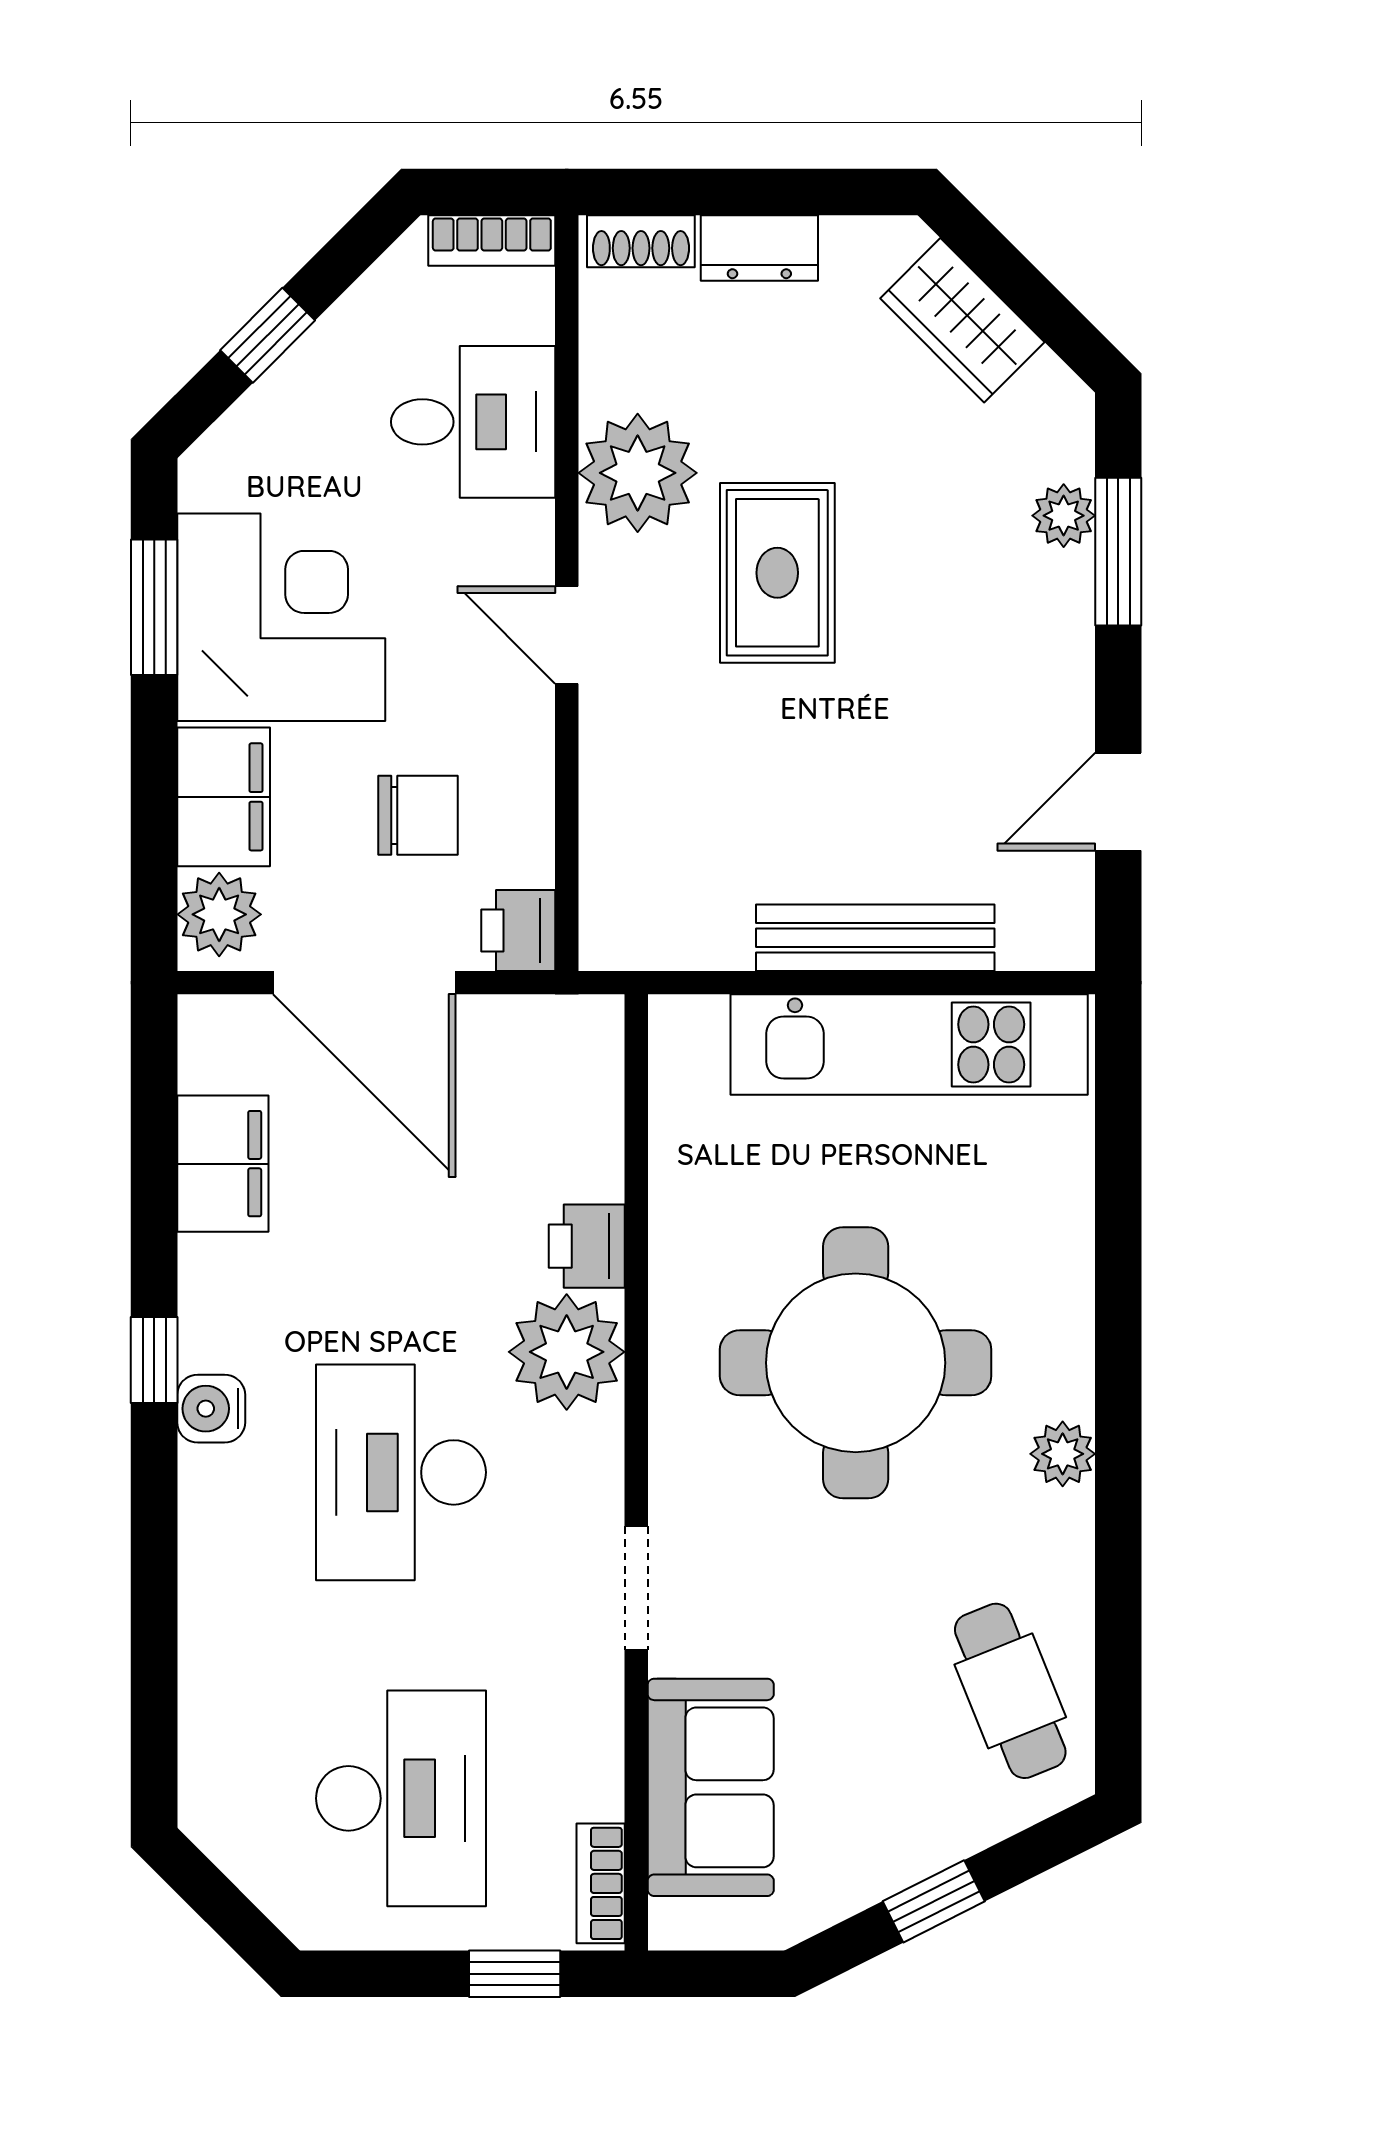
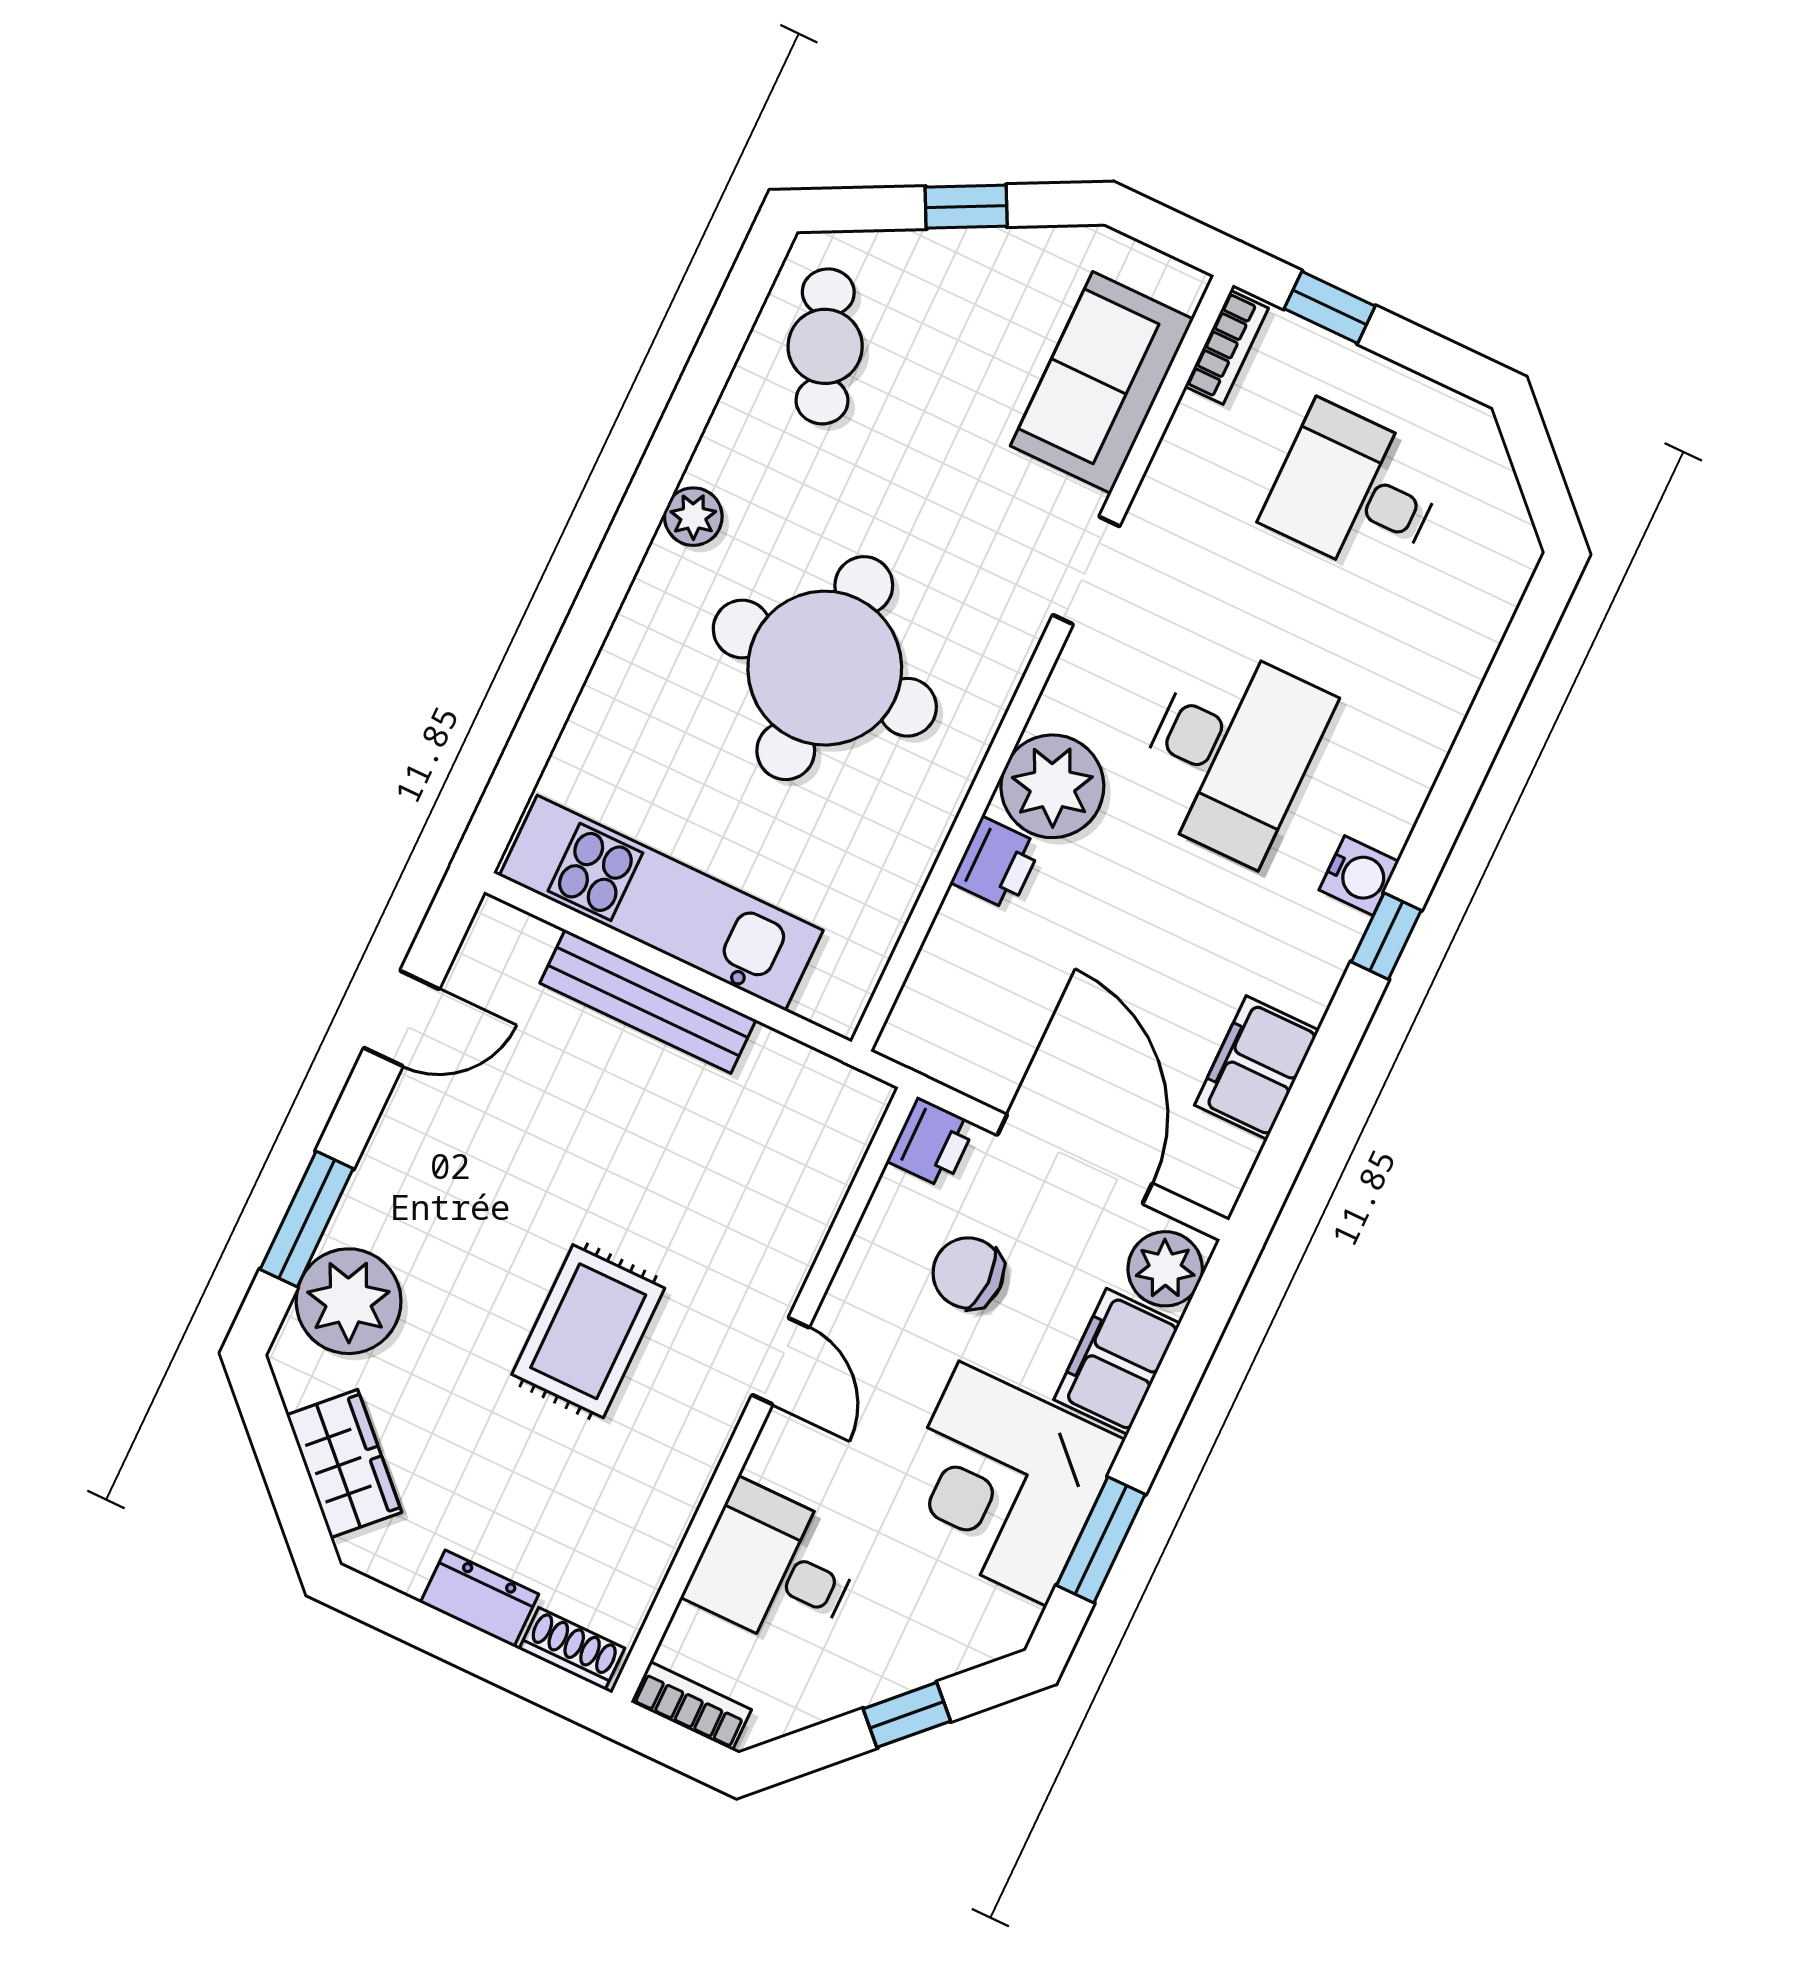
plant: (638, 473) -> (662, 1464), removed
plant: (1064, 516) -> (349, 1301), width x1.88, depth x1.88
desk: (401, 1798) -> (1354, 491), width x0.73

